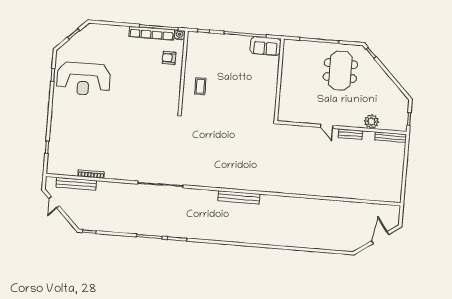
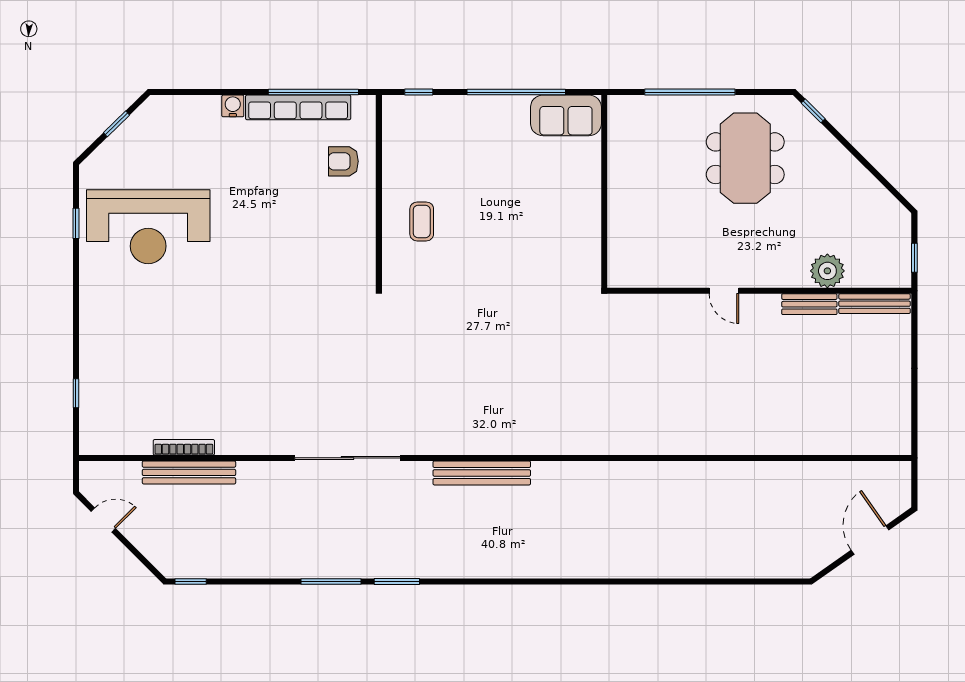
water cooler: (180, 35) -> (233, 106), moved
bench: (350, 134) -> (809, 304), moved
bench: (76, 184) -> (189, 472), moved
bench: (239, 197) -> (482, 473), moved
door: (54, 202) -> (103, 520), swing flipped

